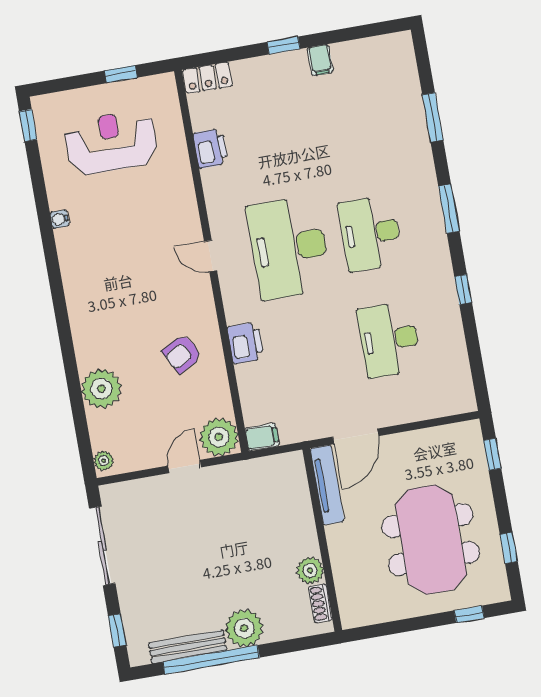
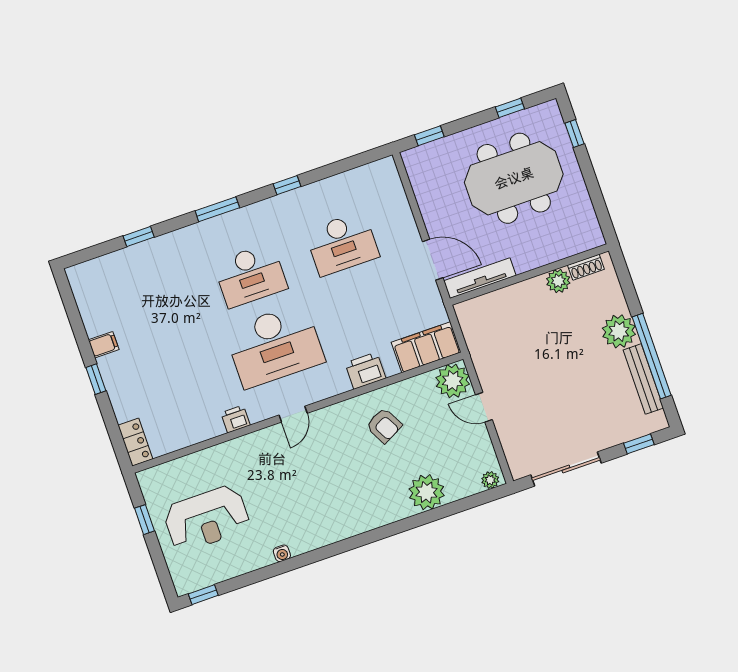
window: (433, 117) -> (139, 236), width x0.67
reception desk: (111, 142) -> (207, 519), turned -90
printer: (211, 148) -> (235, 419), moved, width x0.73, depth x0.81
filing cabinet: (262, 437) -> (426, 347), width x3.00, depth x1.17

